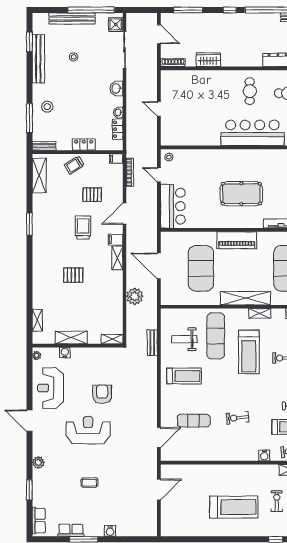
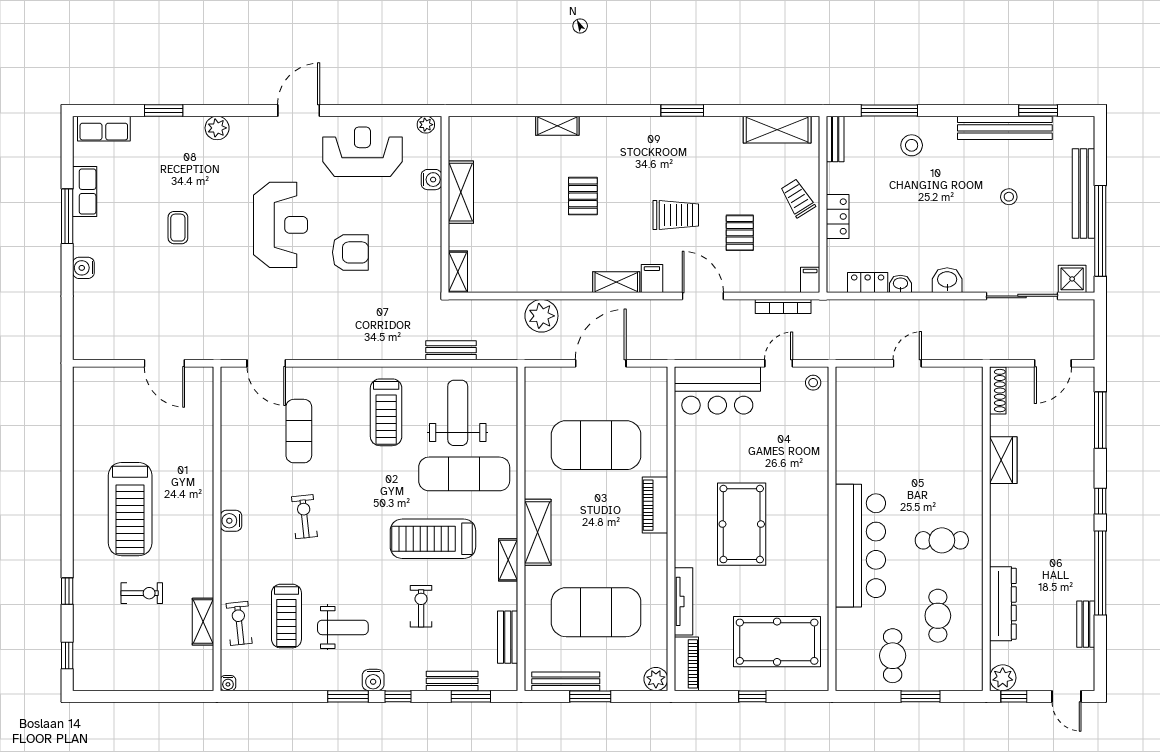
piano: (237, 240) -> (655, 505), width x0.73, depth x0.75
shelving: (246, 298) -> (538, 532), width x0.68
shelving: (37, 320) -> (557, 126), moved
weight bench: (184, 339) -> (458, 413), width x1.36, depth x1.33
water cooler: (264, 455) -> (231, 521), moved

